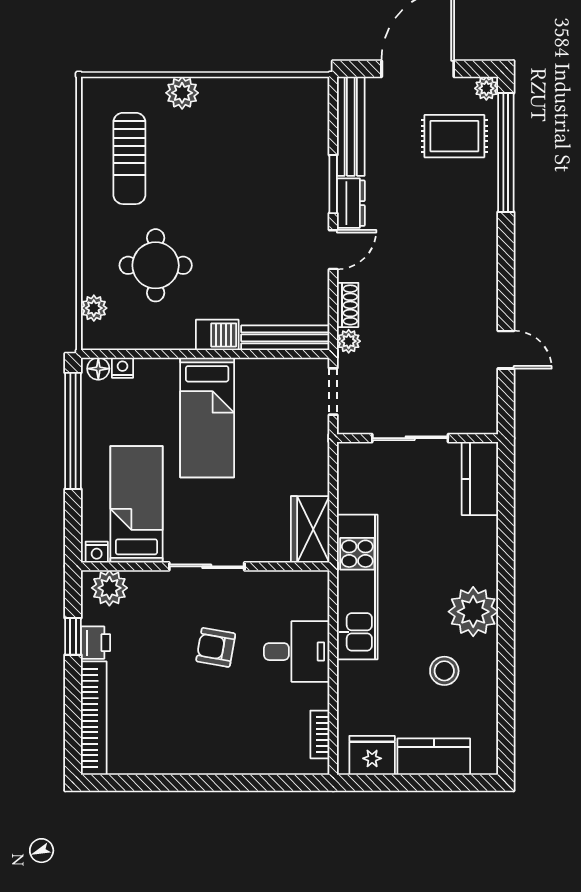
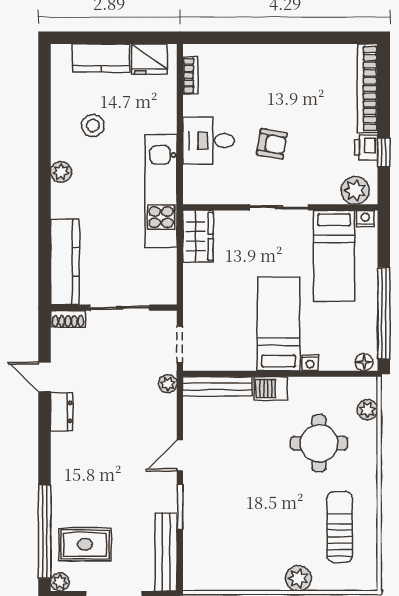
dresser: (351, 203) -> (62, 412), moved, turned 180
shoe rack: (348, 305) -> (68, 319), moved, turned -90
nightstand: (122, 368) -> (310, 363), moved
kitchen counter: (480, 479) -> (65, 262), width x1.50
plant: (473, 612) -> (61, 172), width x0.53, depth x0.53

